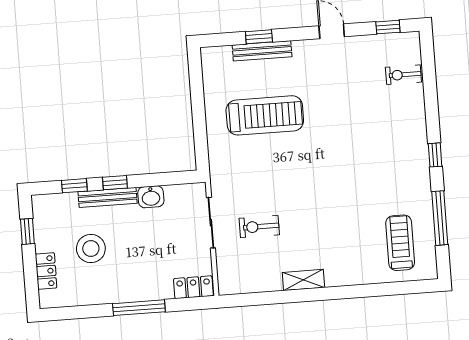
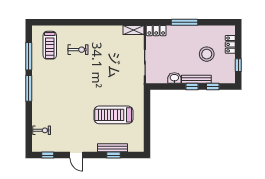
window: (435, 155) -> (29, 88), width x2.17
exercise bike: (259, 227) -> (78, 50), moved
shelving: (303, 280) -> (133, 30), moved

